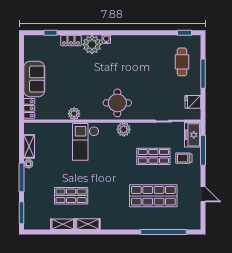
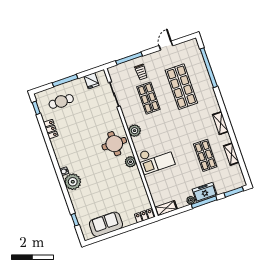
locker: (71, 41) -> (51, 129), moved
sofa: (34, 79) -> (106, 224), moved
plant: (74, 114) -> (131, 162), moved
freezer: (193, 135) -> (205, 192), moved, turned 180
shelving: (29, 146) -> (166, 208), moved
shelving: (88, 224) -> (220, 123), moved

